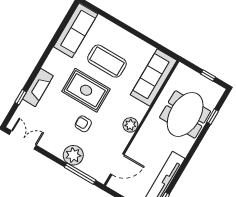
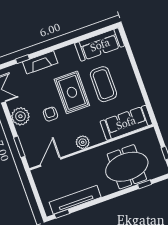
plant: (73, 155) -> (20, 116), moved
door: (117, 164) -> (51, 162), swing flipped
window: (80, 174) -> (19, 147), width x0.69

